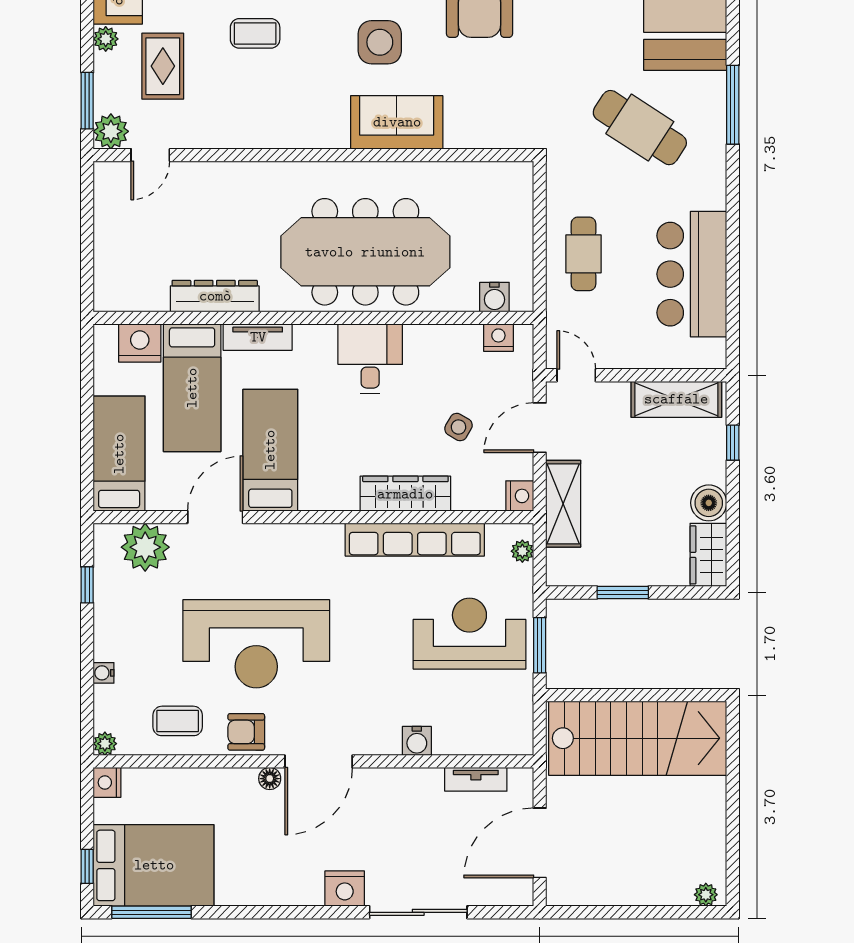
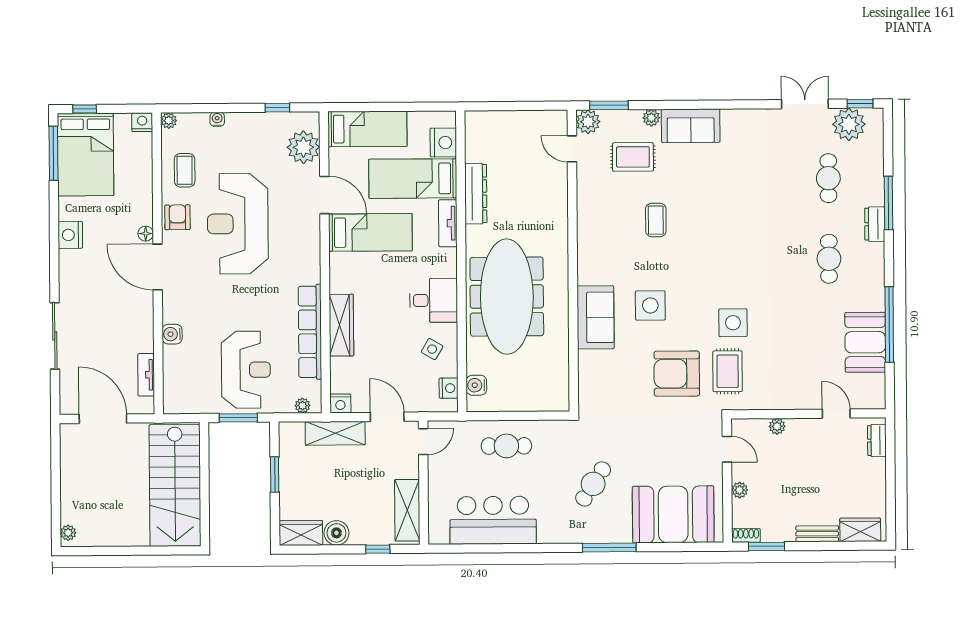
cafe table: (640, 128) -> (593, 484), width x0.73, depth x0.74
side table: (458, 427) -> (432, 349), moved
nightstand: (345, 889) -> (70, 235), moved

